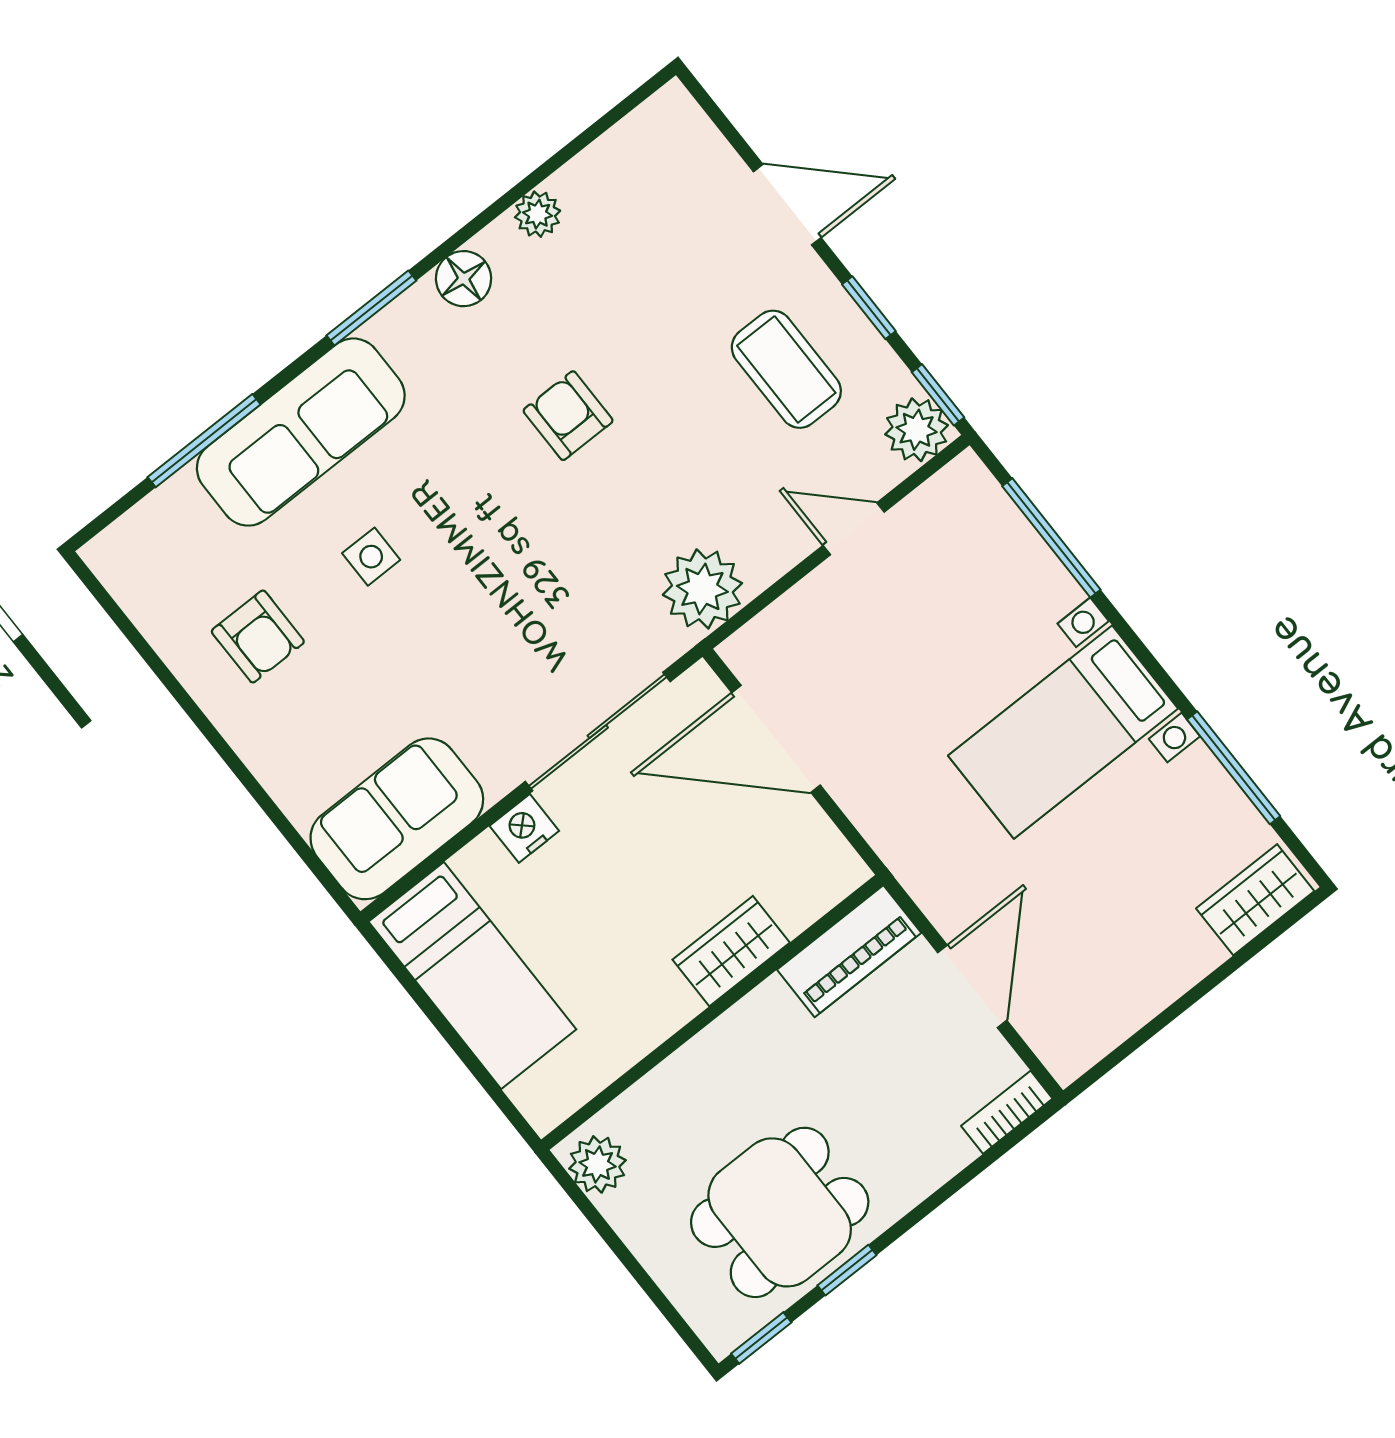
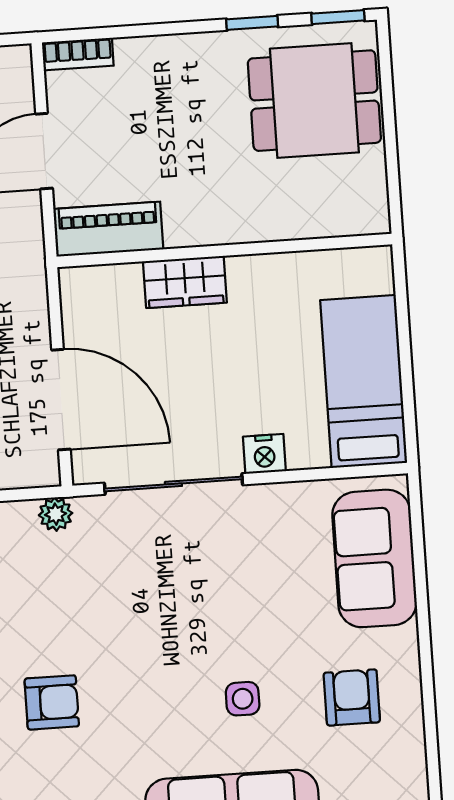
armchair: (568, 416) -> (52, 702), turned -90
plant: (702, 589) -> (56, 514), width x0.53, depth x0.53
sofa: (397, 819) -> (374, 558), moved, turned 90
plant: (598, 1164) -> (367, 203), removed
dining table: (780, 1212) -> (314, 101), moved

